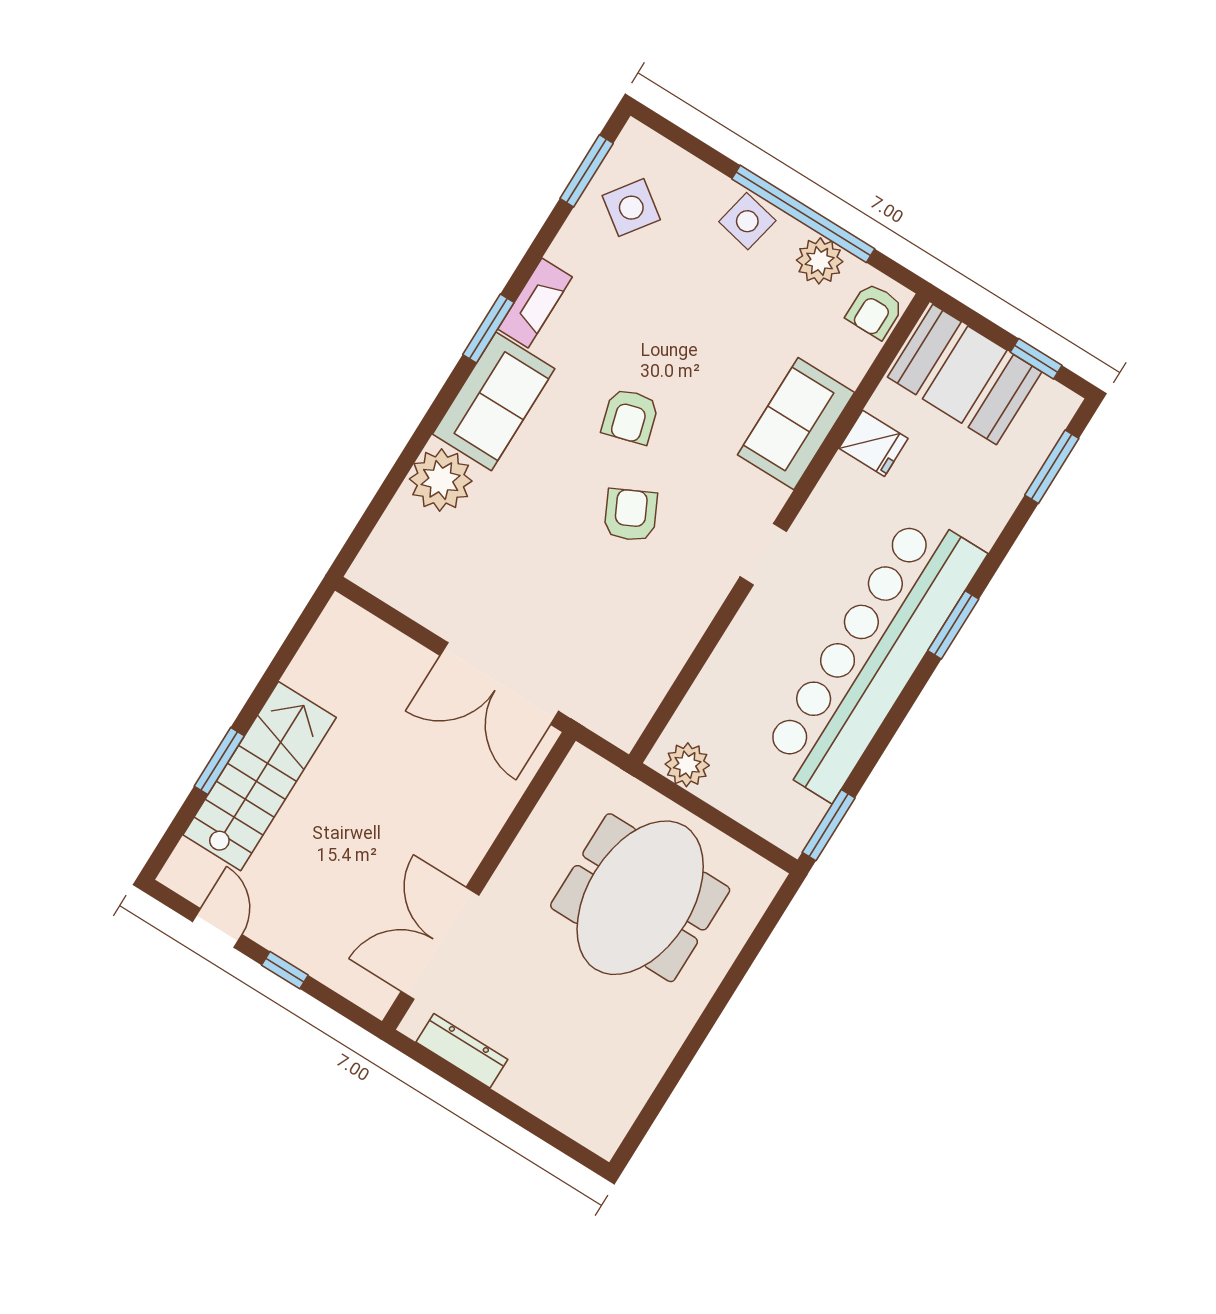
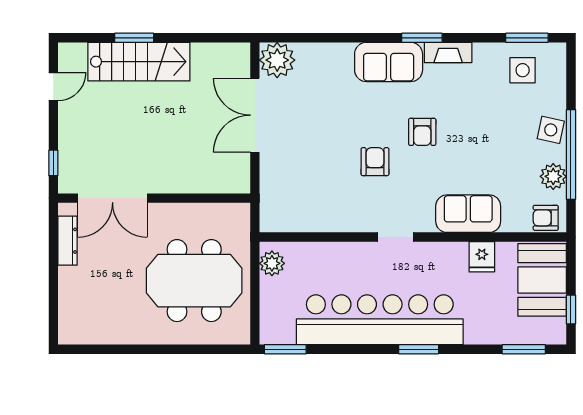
side table: (631, 208) -> (523, 70), turned -36
armchair: (630, 416) -> (422, 132), turned -74
plant: (441, 480) -> (277, 60), moved
armchair: (631, 515) -> (375, 162), turned -64
double door: (499, 683) -> (255, 115), moved
double door: (440, 943) -> (113, 198), swing flipped
window: (285, 970) -> (53, 163), moved

